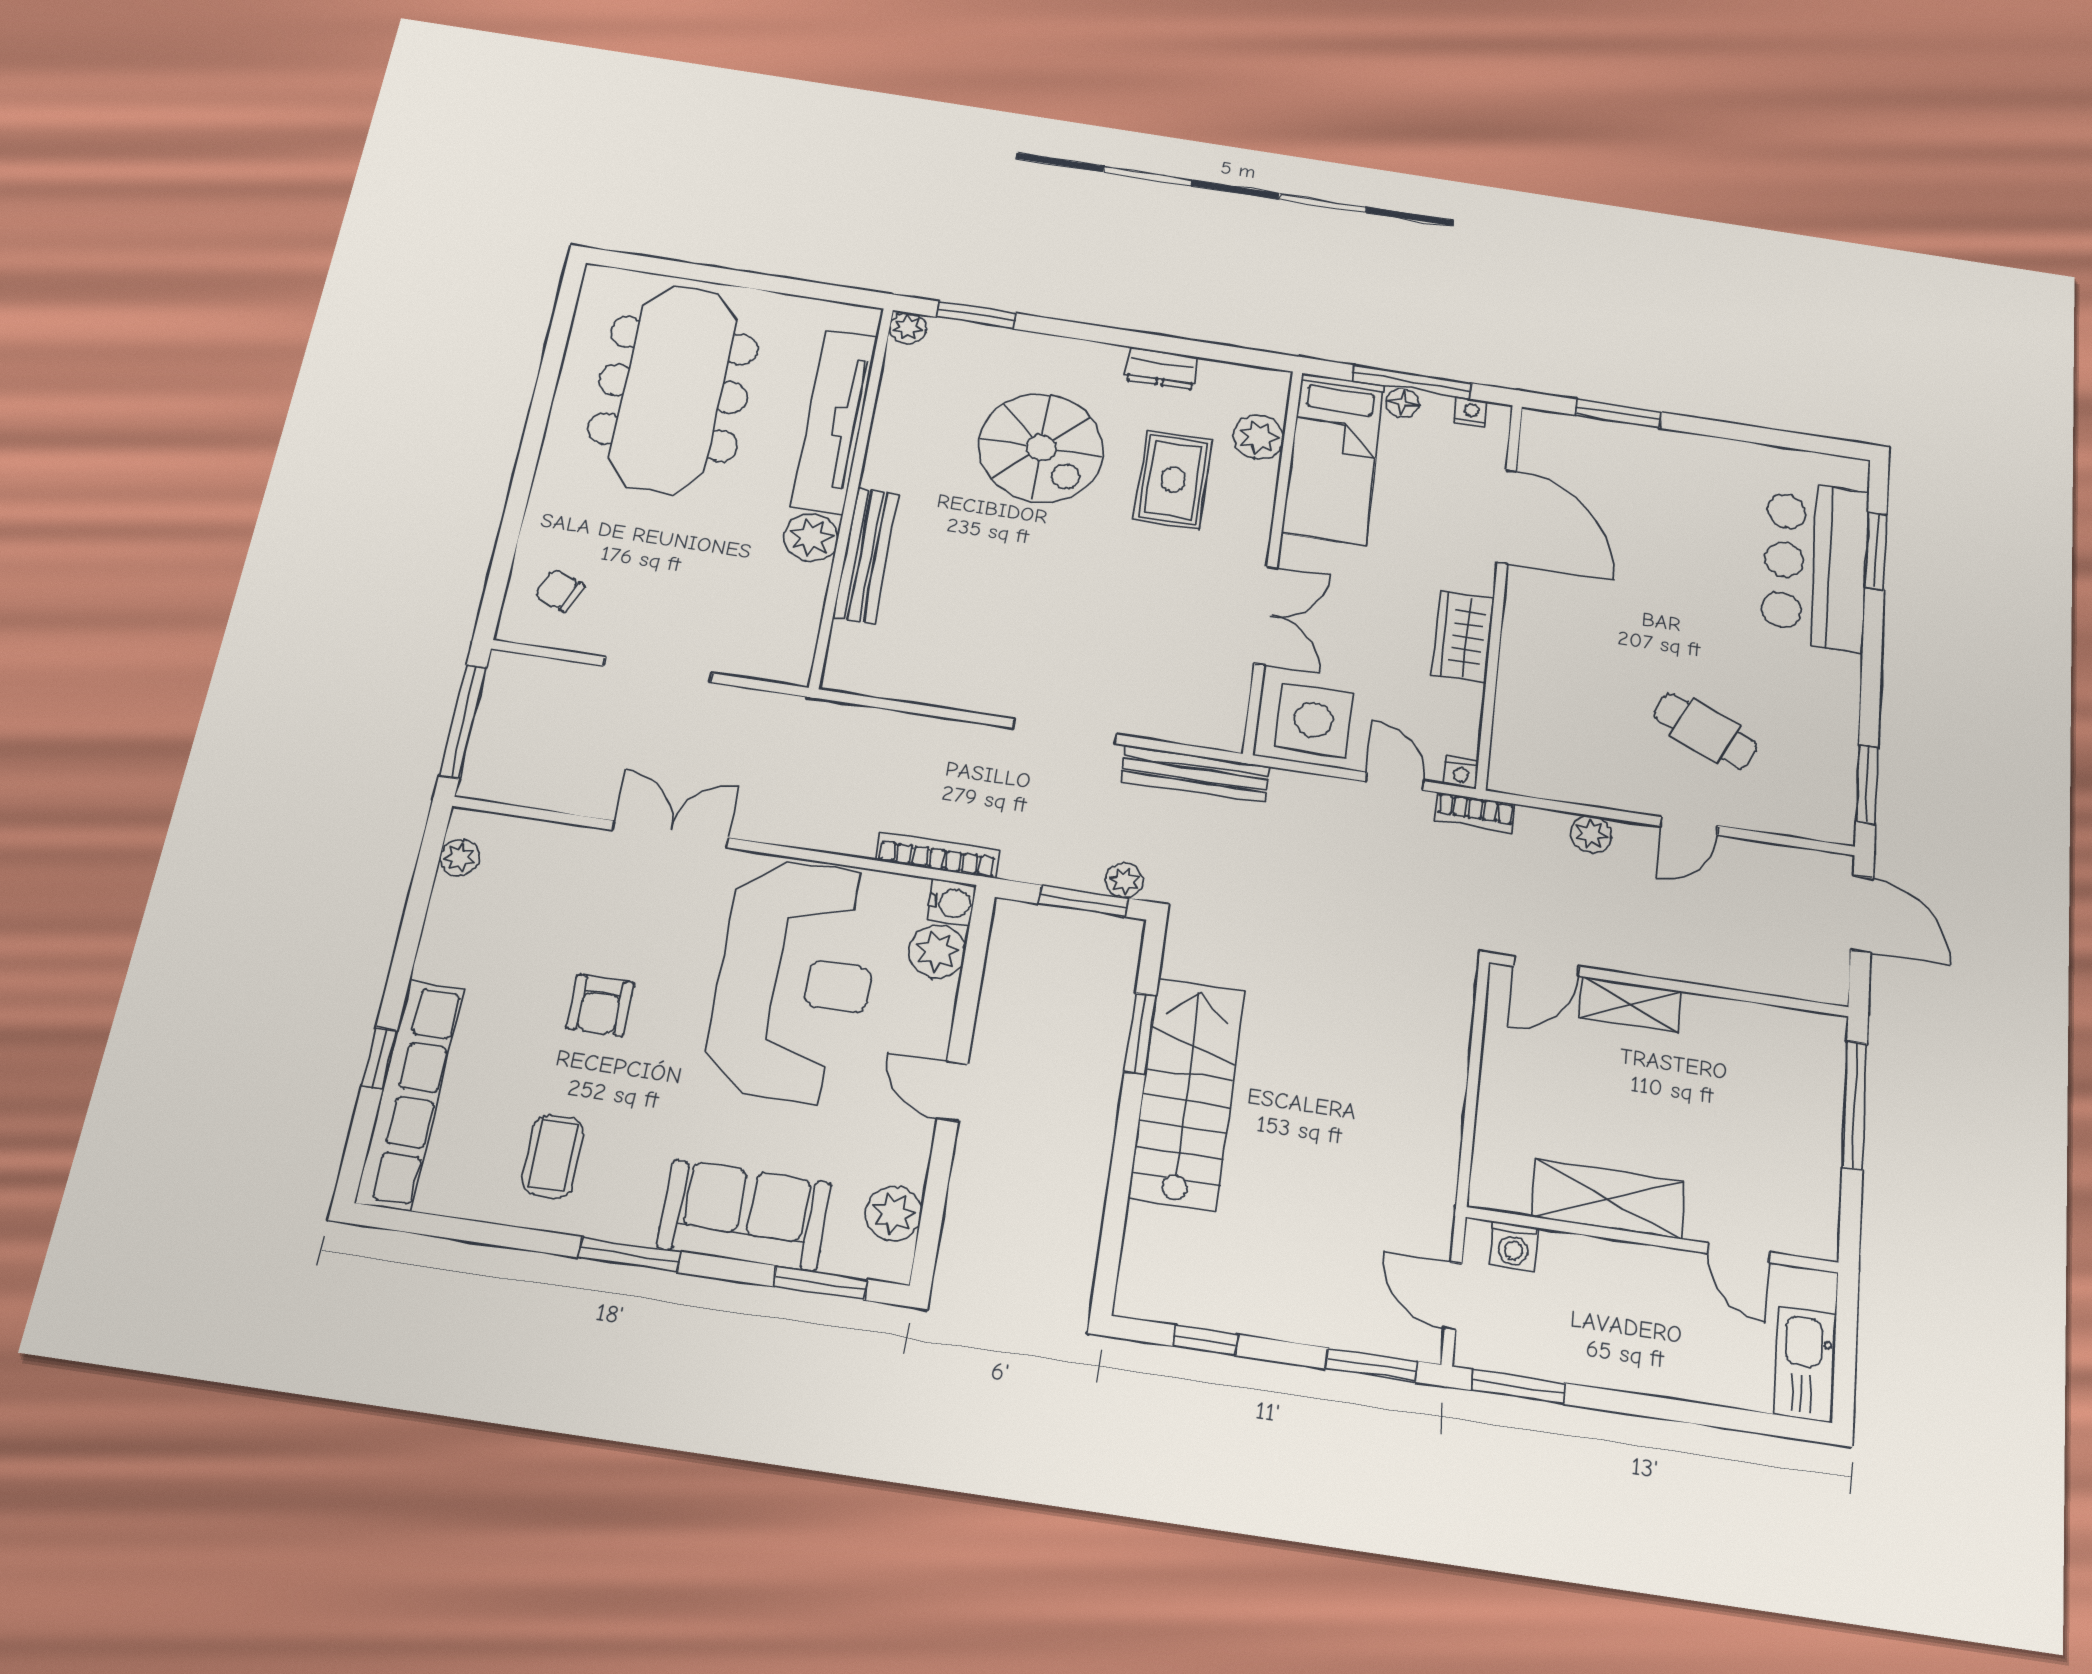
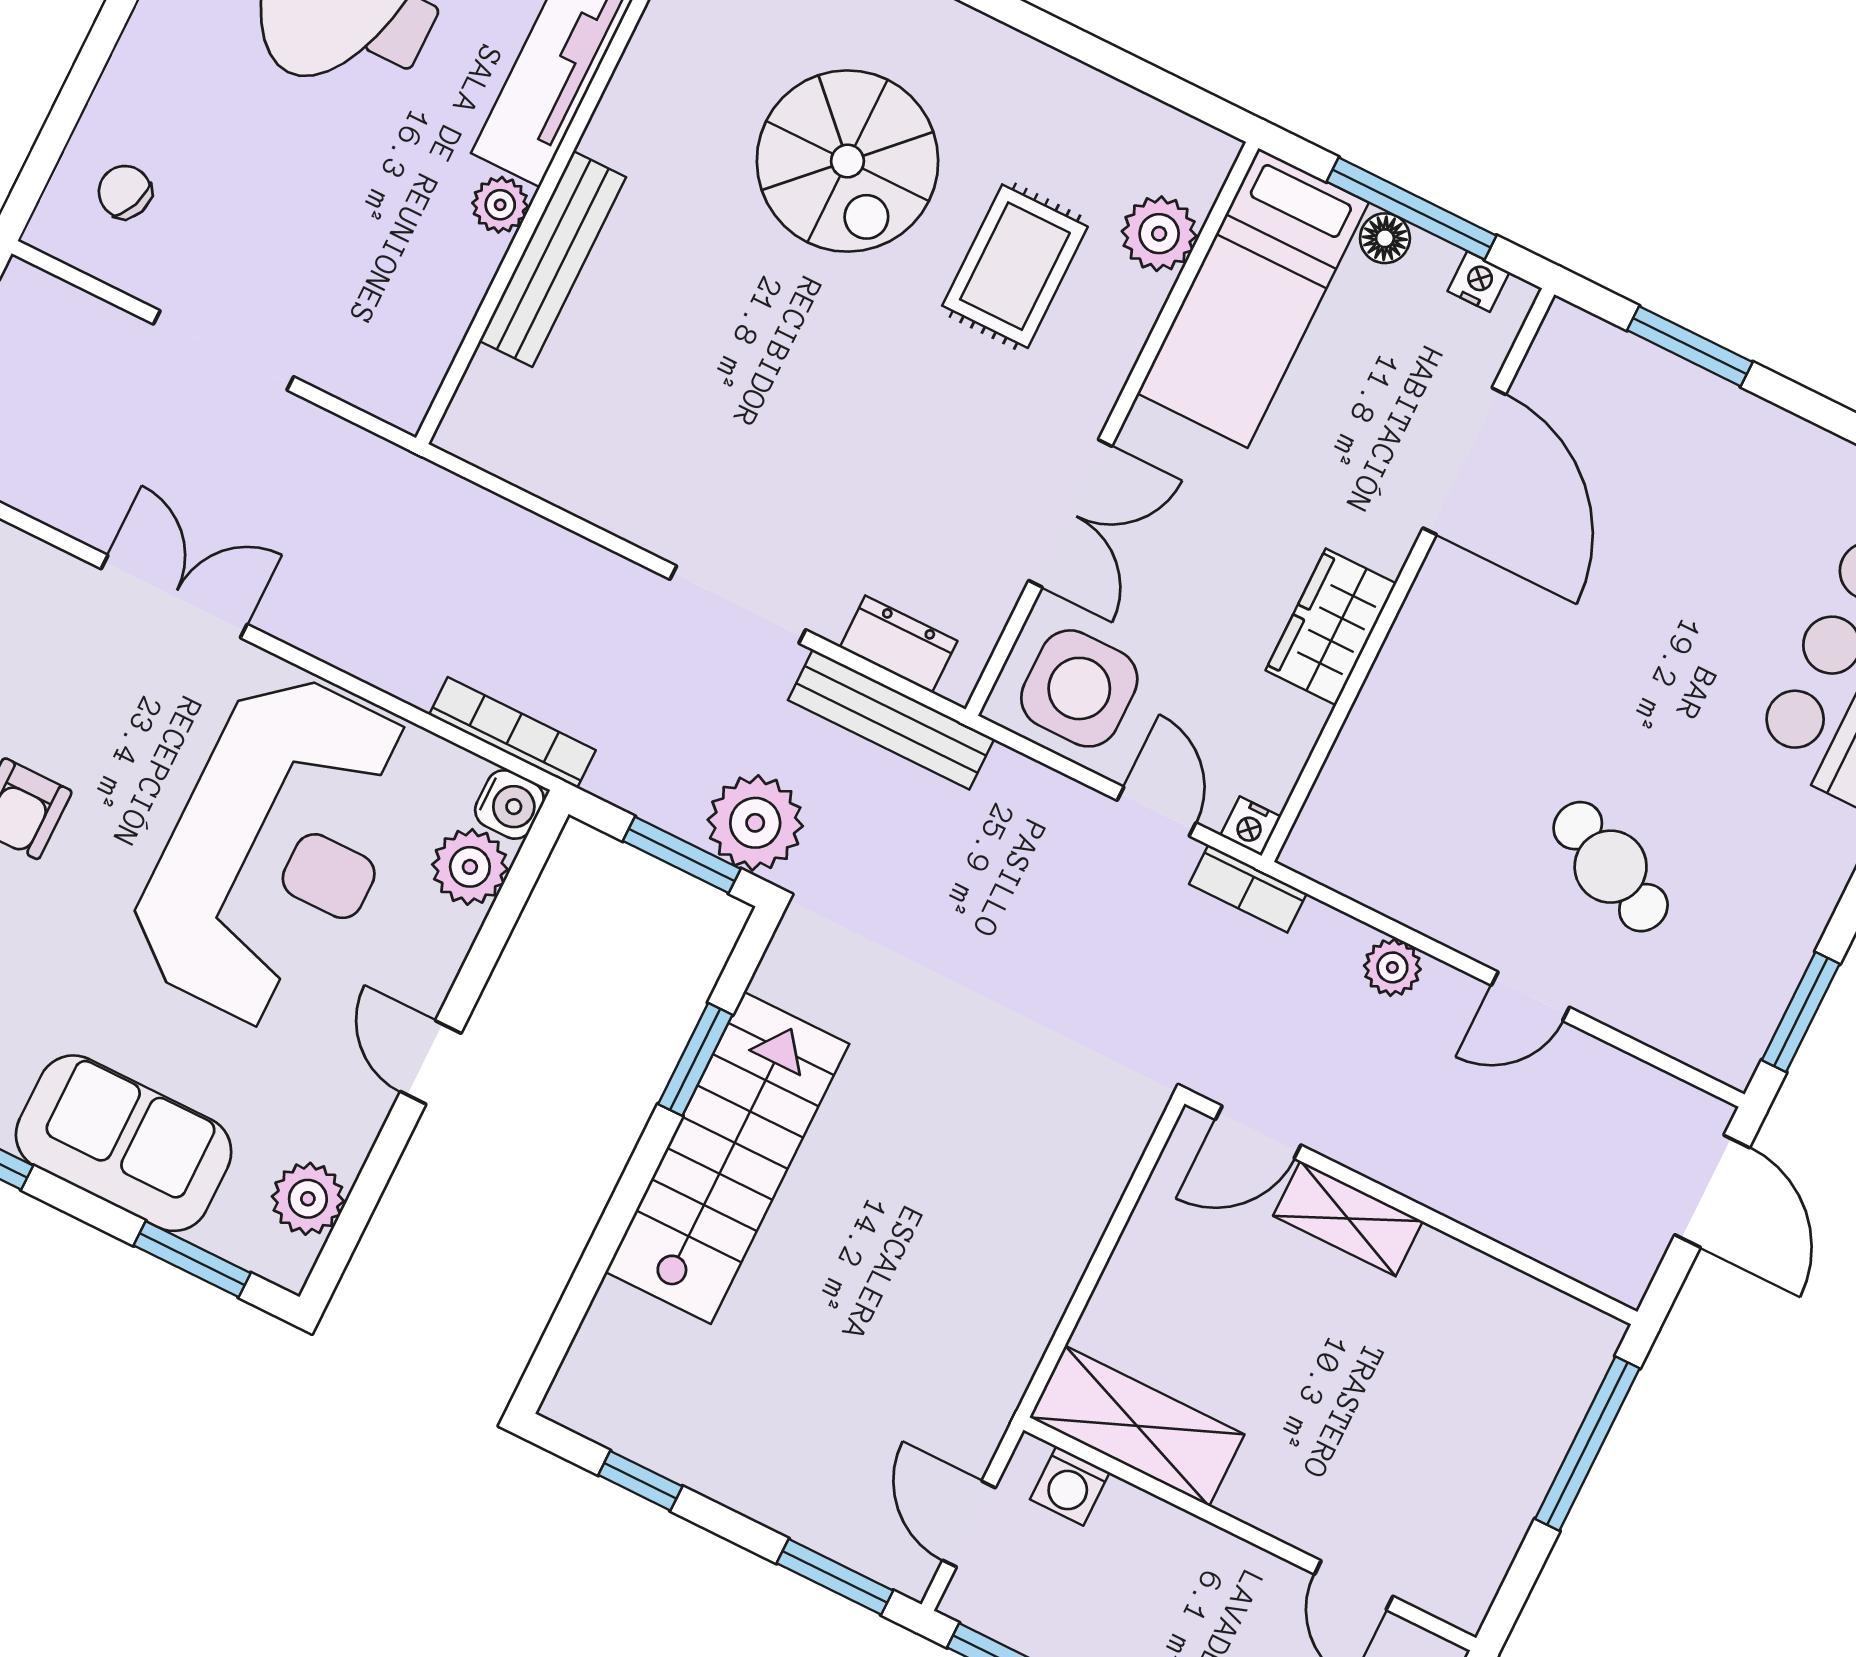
dresser: (1162, 368) -> (899, 644), moved, turned 180
plant: (811, 537) -> (500, 205), width x0.73, depth x0.73
plant: (1124, 881) -> (755, 823), width x1.88, depth x1.88
shelving: (1608, 1199) -> (1137, 1426), moved

